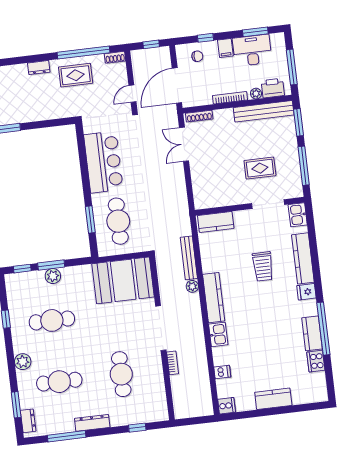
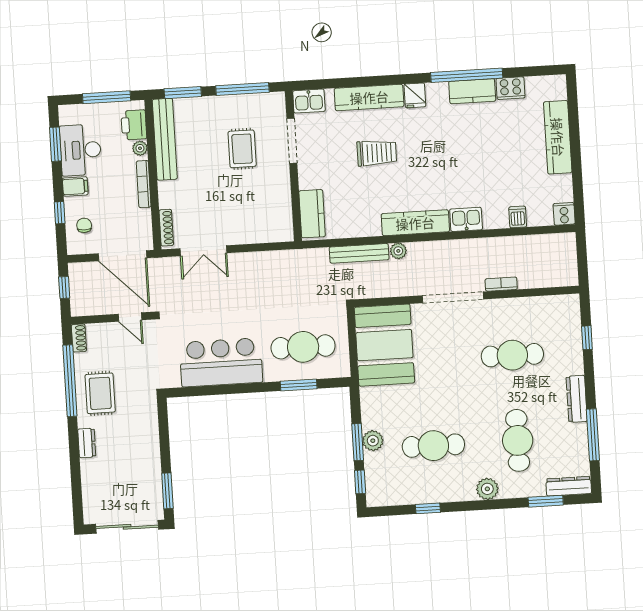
cafe table: (52, 320) -> (433, 446), turned 90
kitchen counter: (273, 399) -> (558, 137), width x1.50
dresser: (28, 421) -> (569, 486), width x1.44

